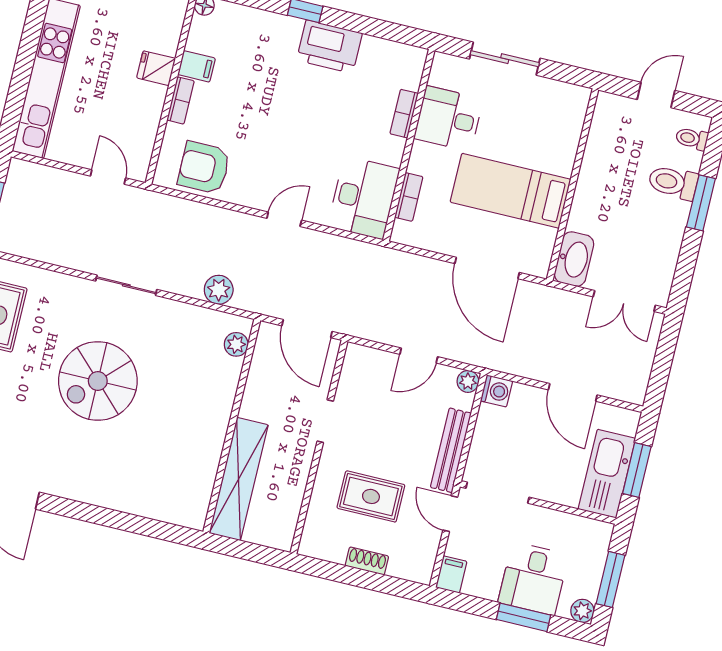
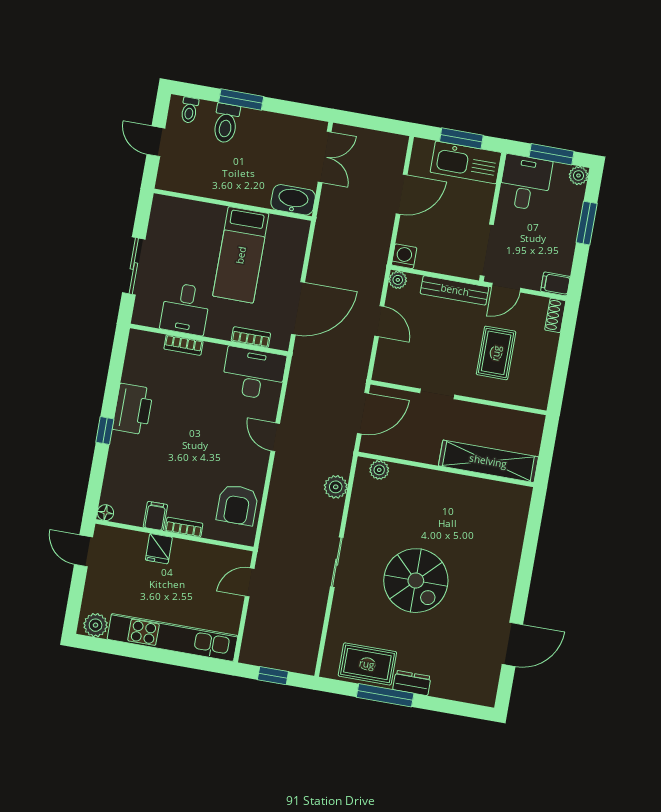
door: (487, 268) -> (298, 308), moved
shoe rack: (367, 561) -> (555, 315), moved
desk: (533, 579) -> (525, 183), moved, turned -90

